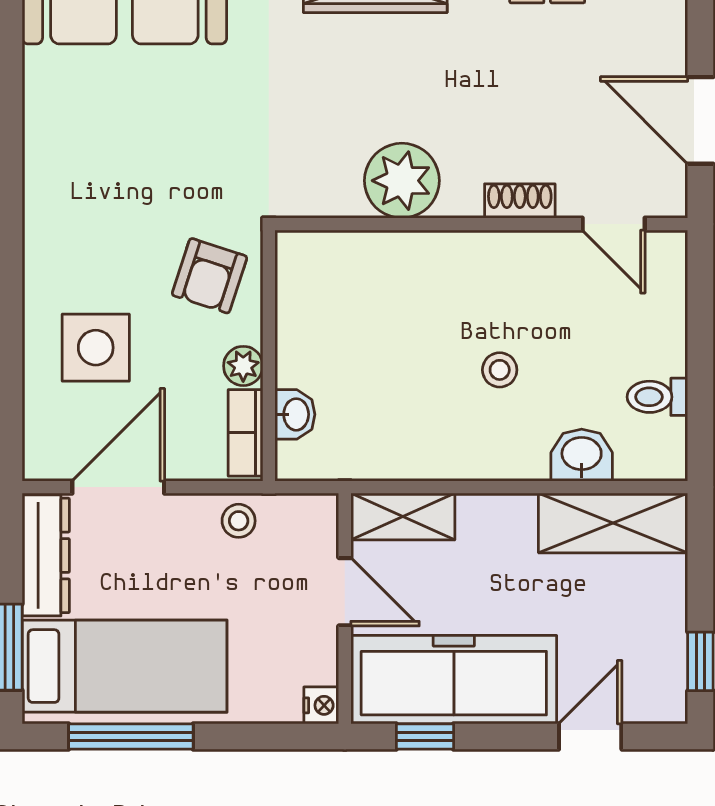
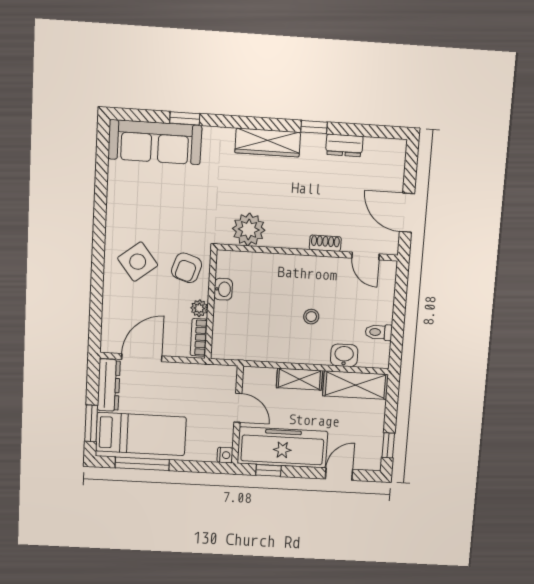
plant: (402, 181) -> (249, 229), moved
side table: (96, 348) -> (138, 262), moved, turned -38
washbasin: (295, 414) -> (223, 289), moved
shelving: (403, 517) -> (299, 379), moved
stool: (239, 521) -> (194, 375), removed

